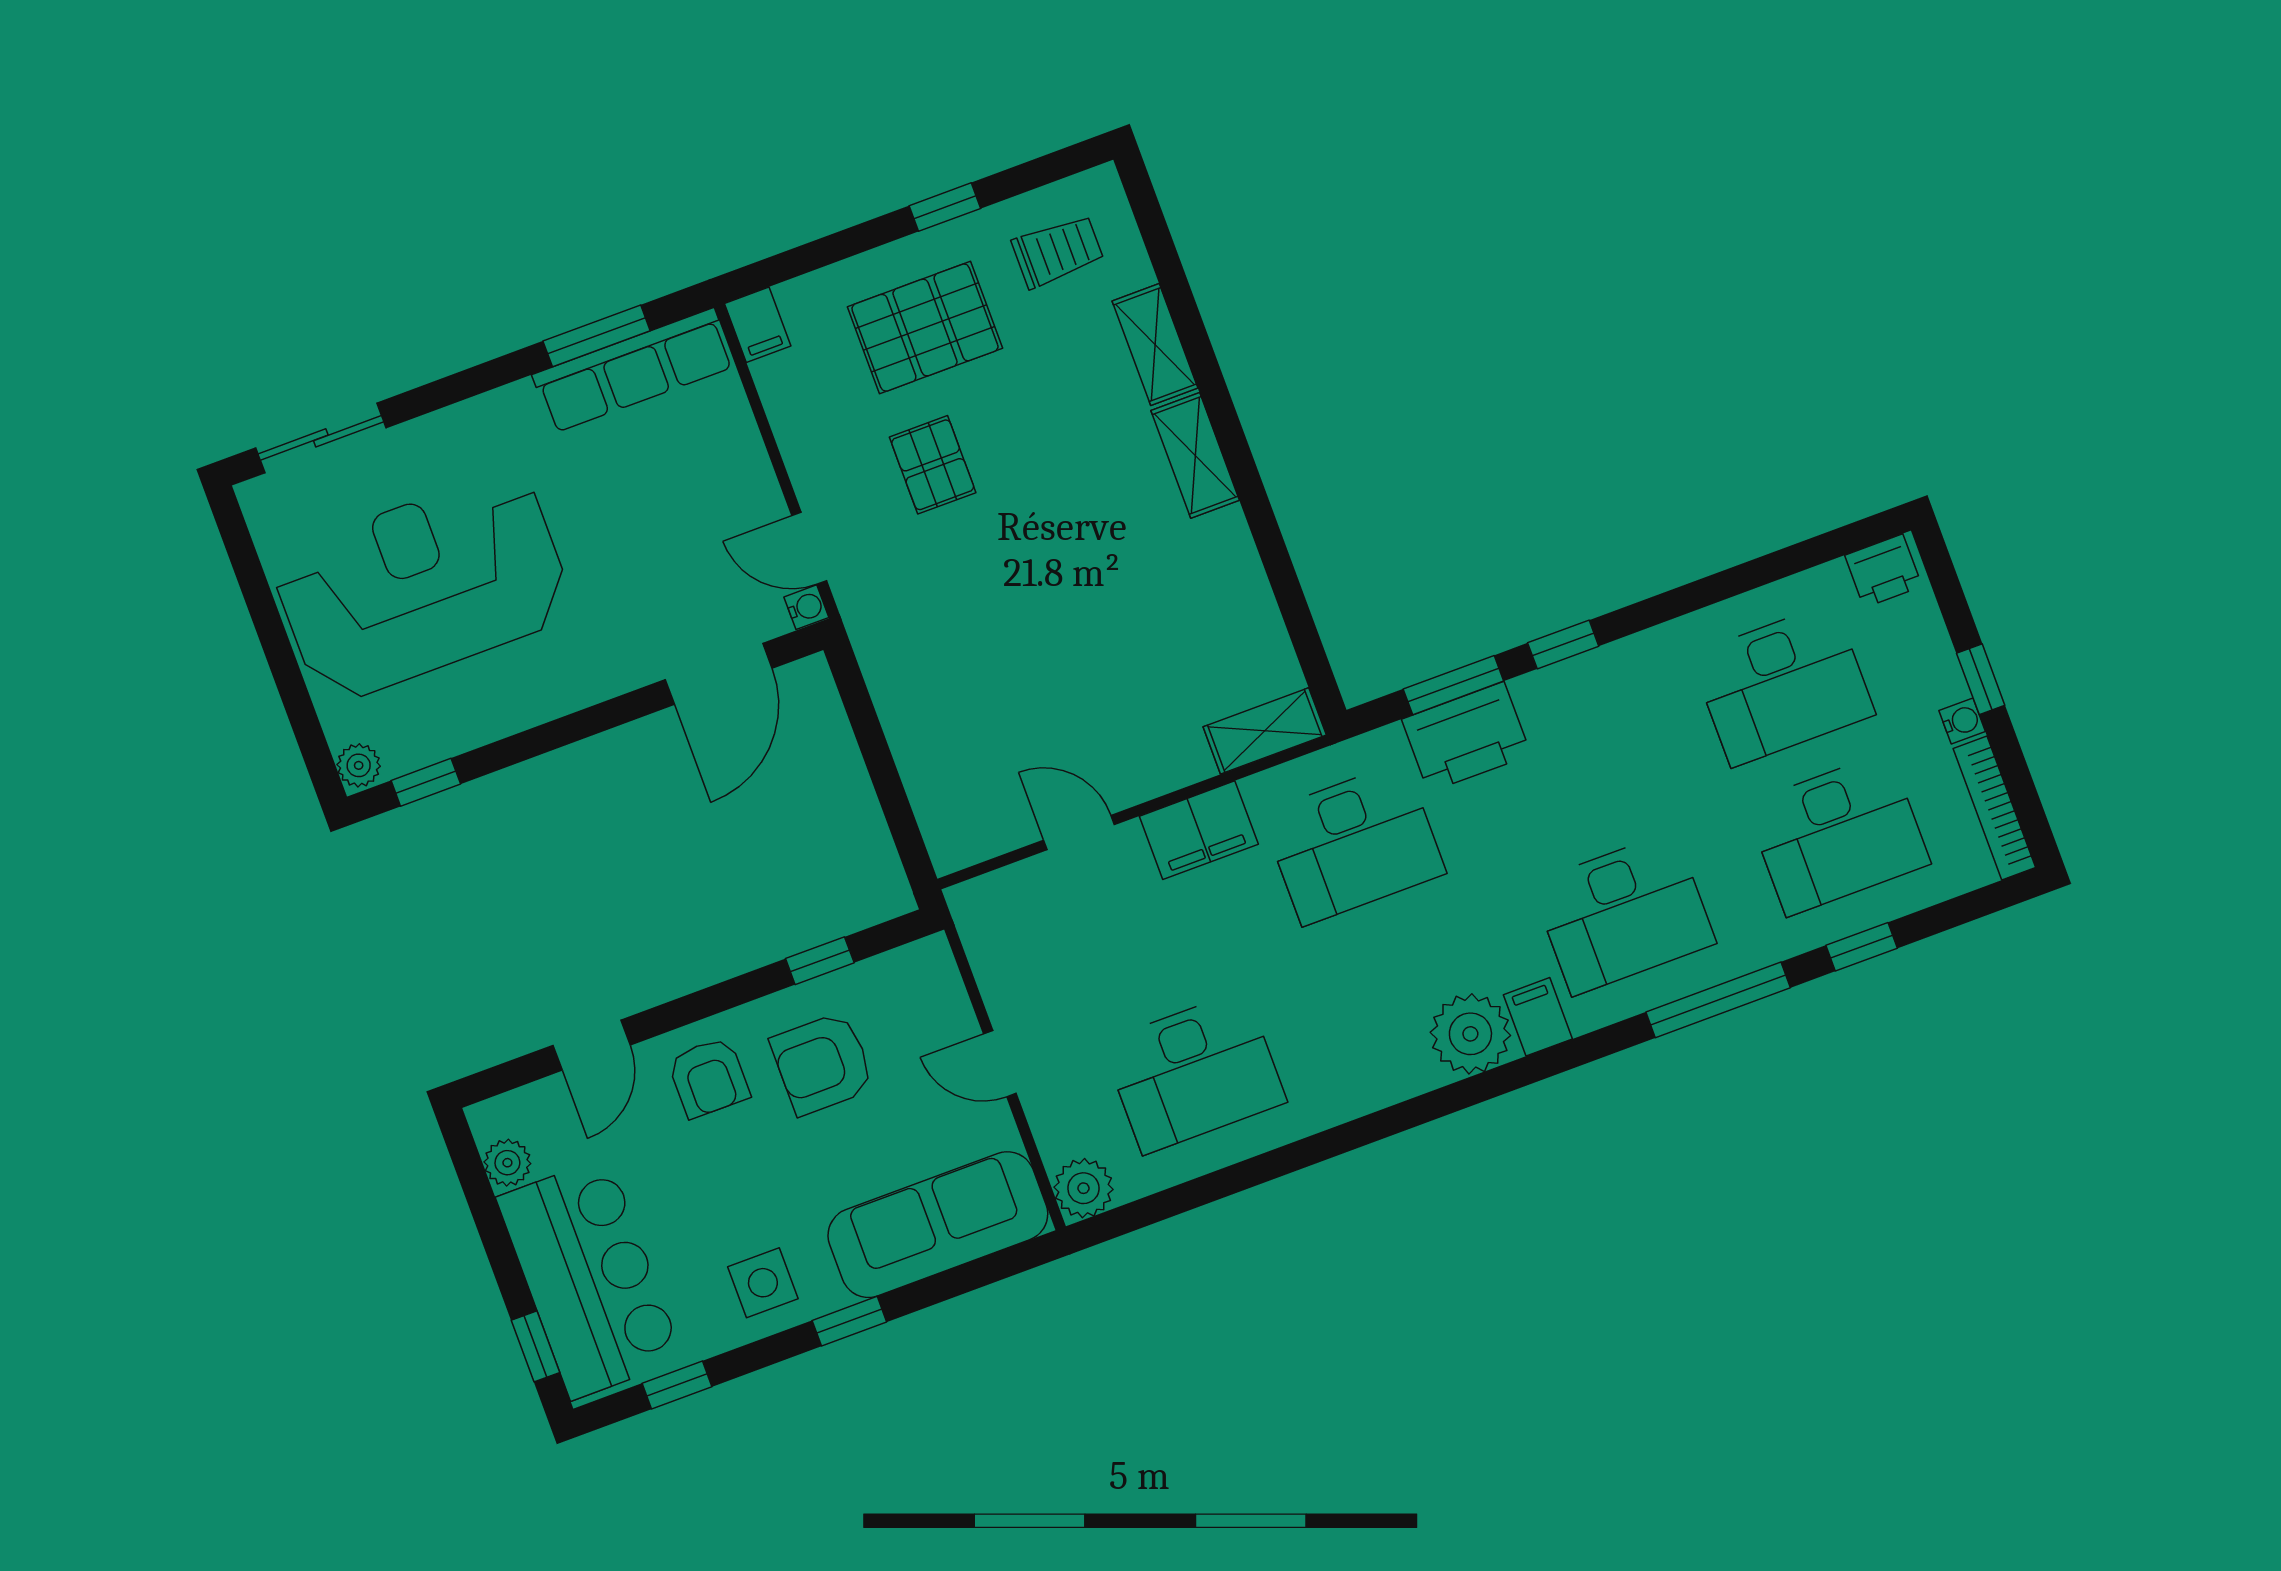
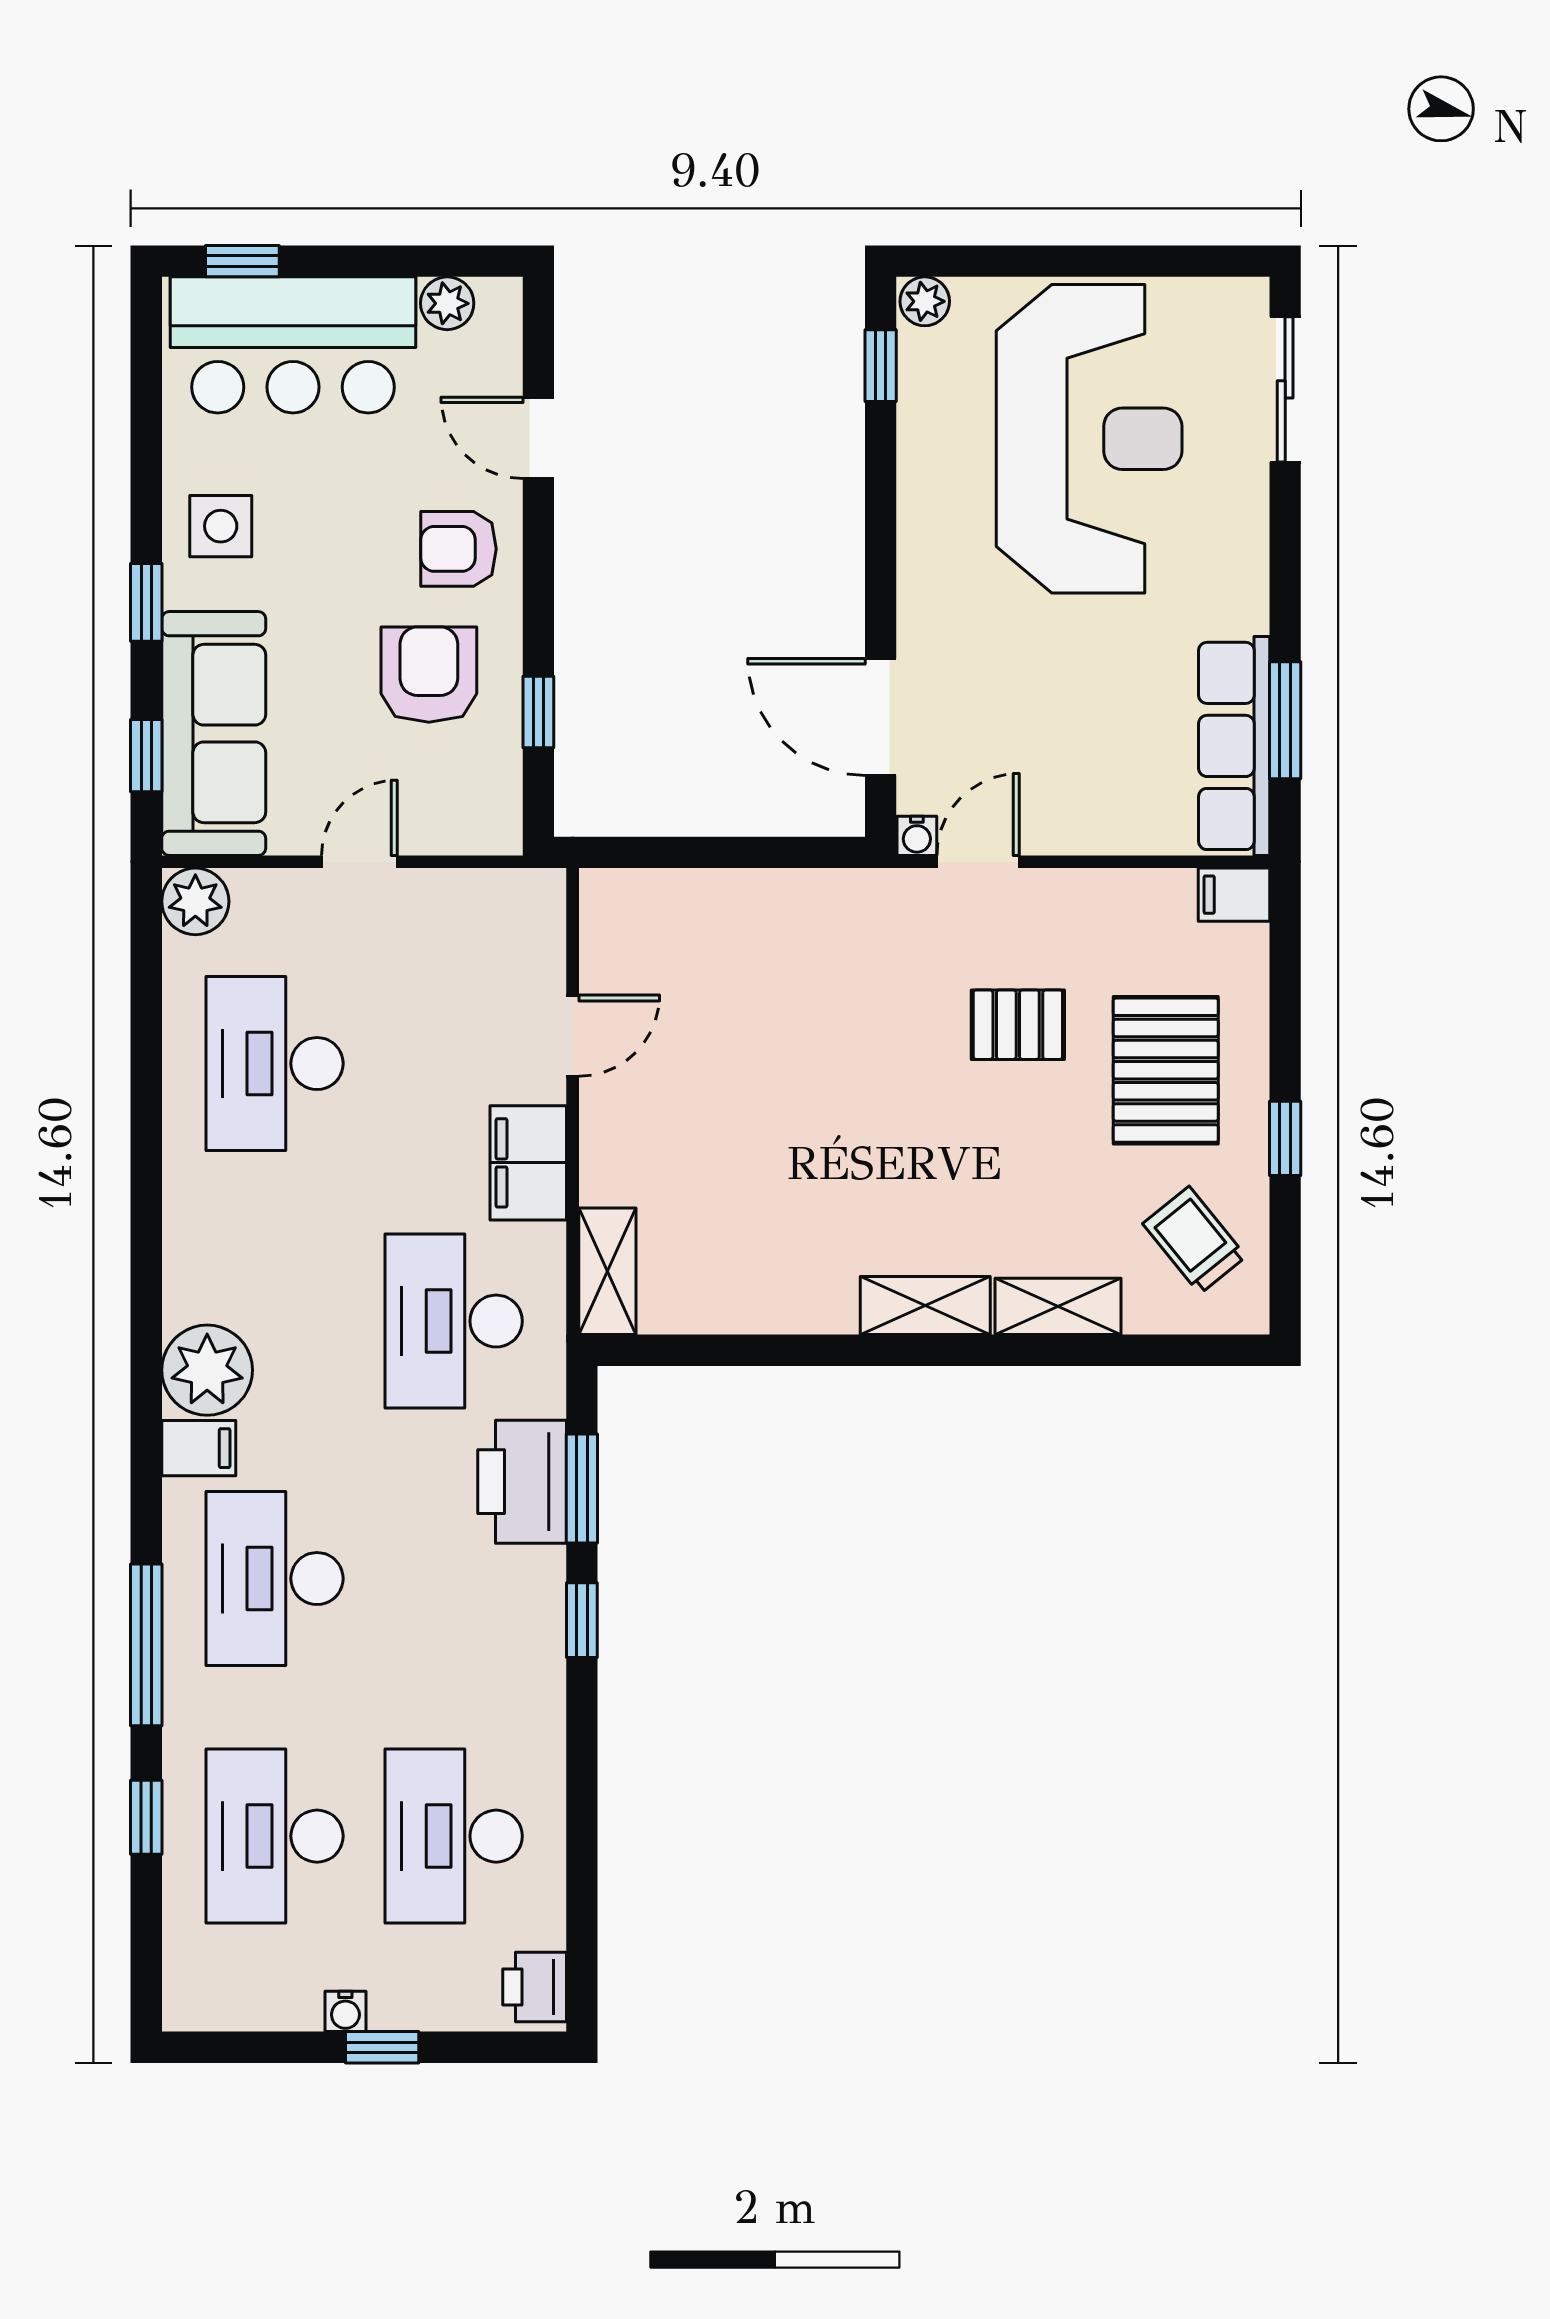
trolley: (1058, 251) -> (1194, 1240), turned 141
bookcase: (1994, 808) -> (241, 2011), removed
window: (677, 1385) -> (146, 756), moved

